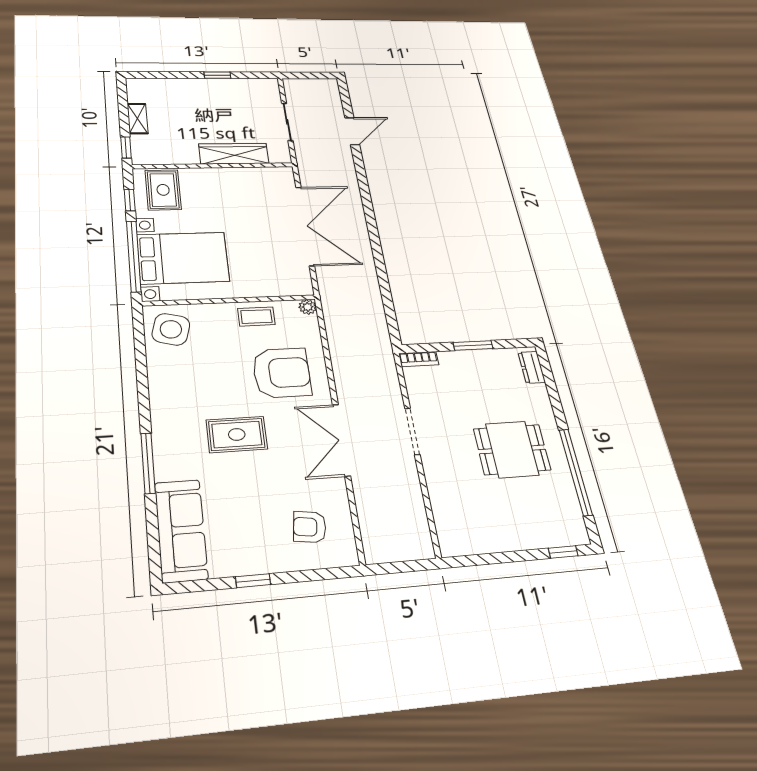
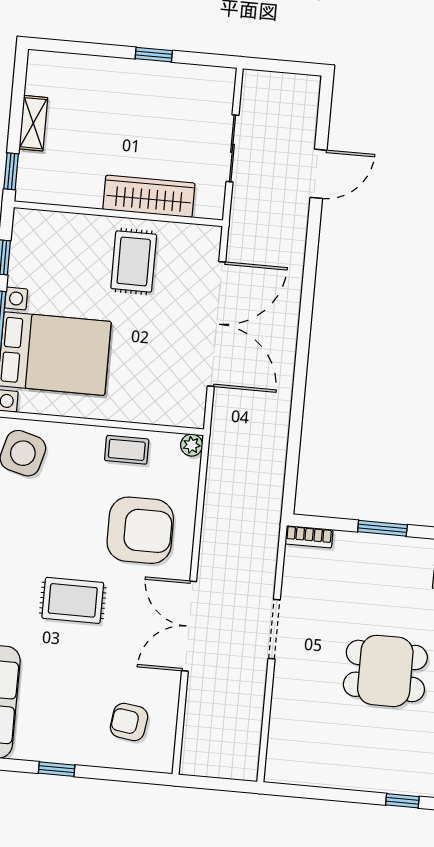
rug: (163, 190) -> (134, 261), moved

